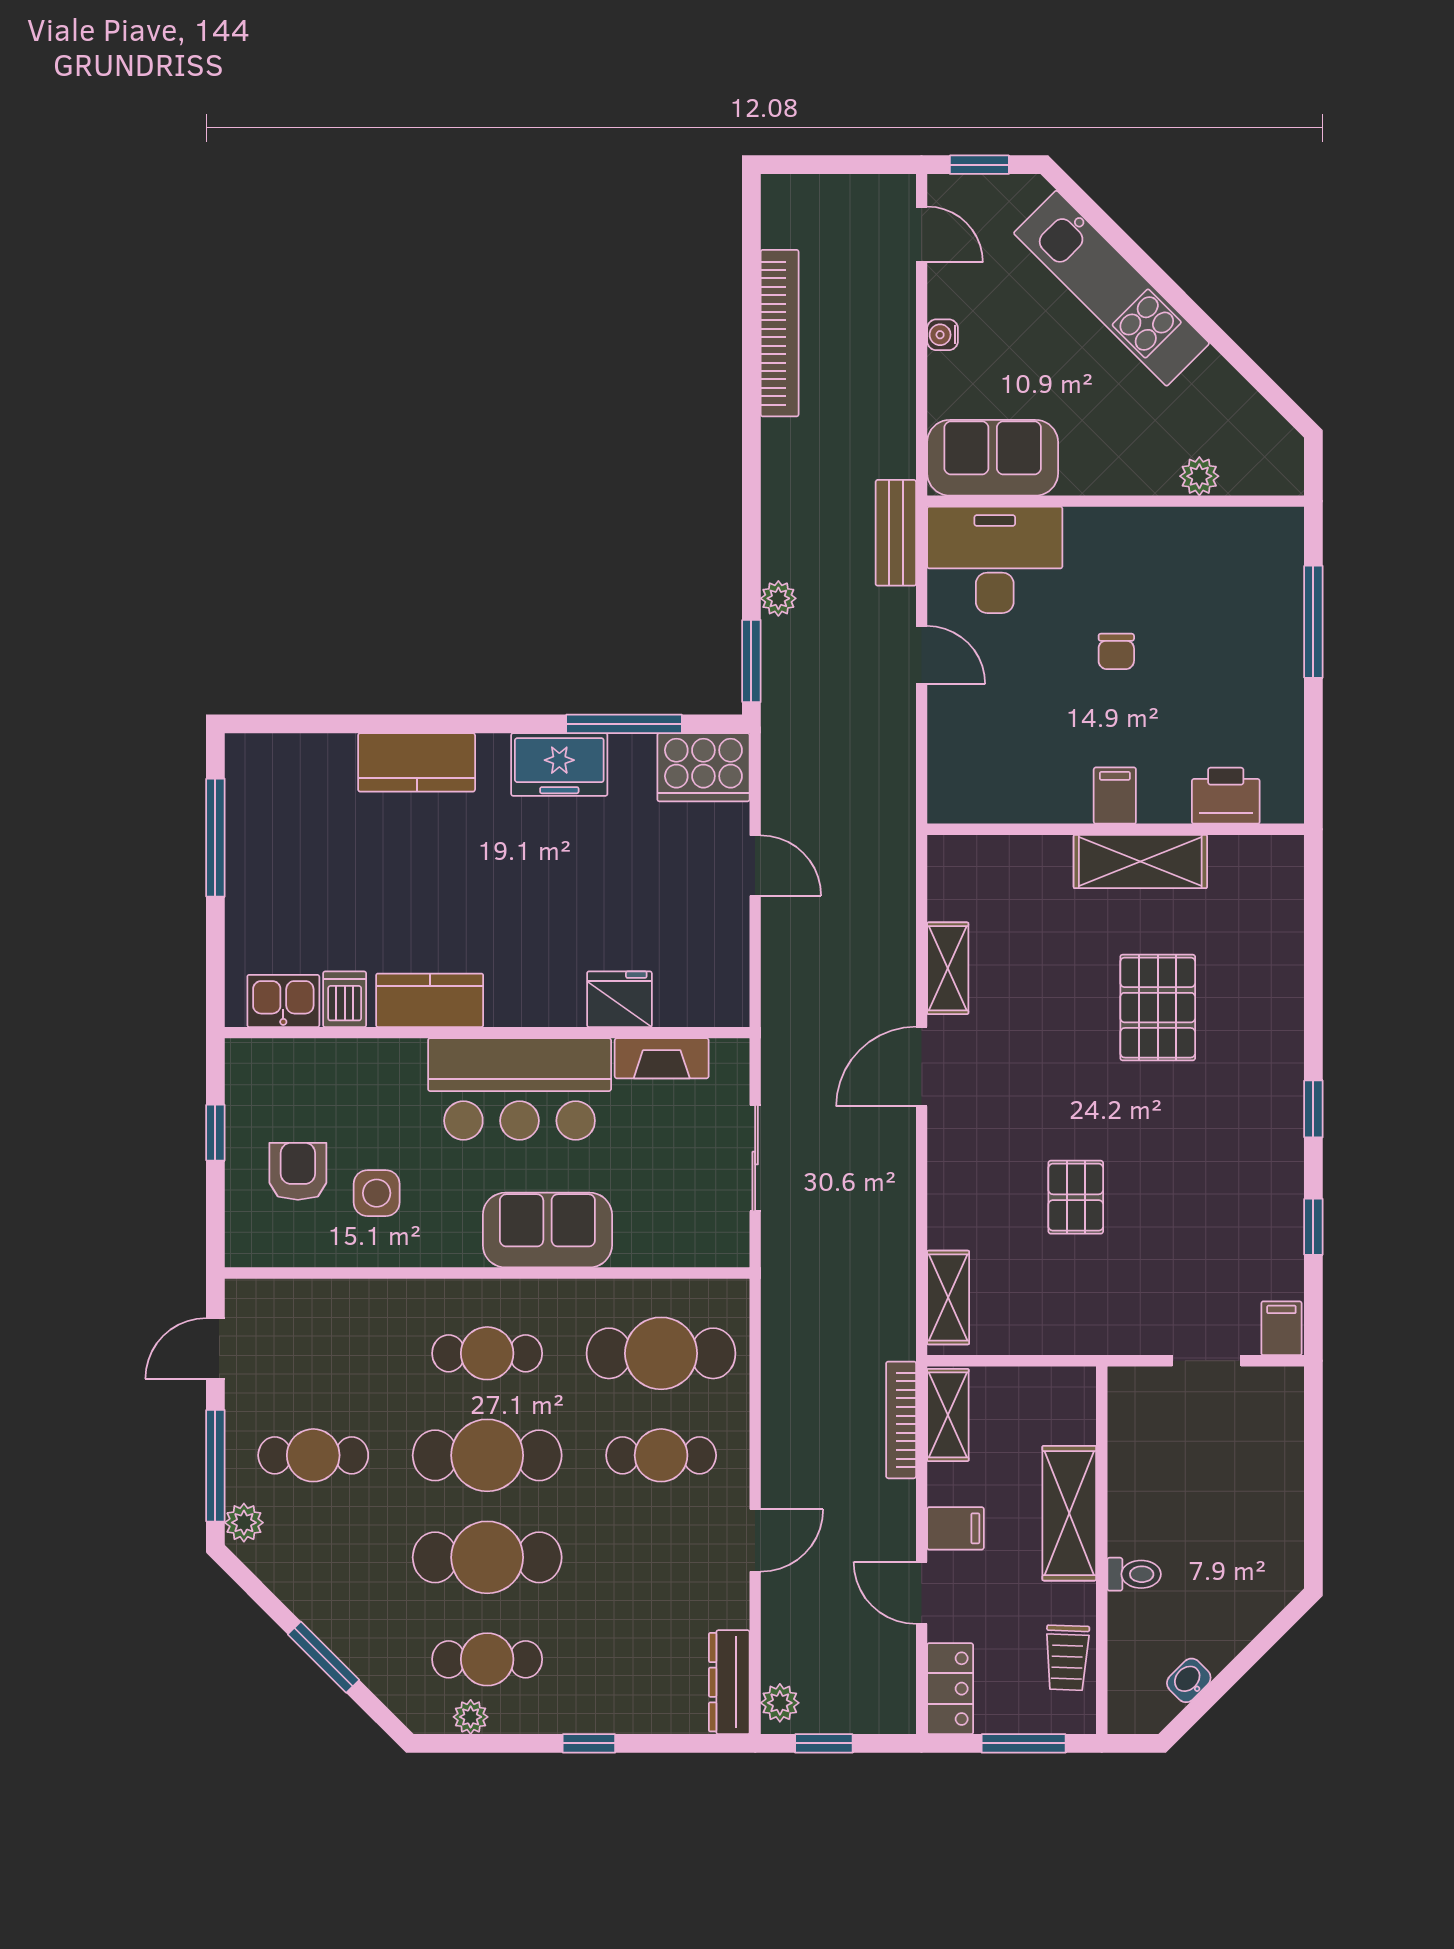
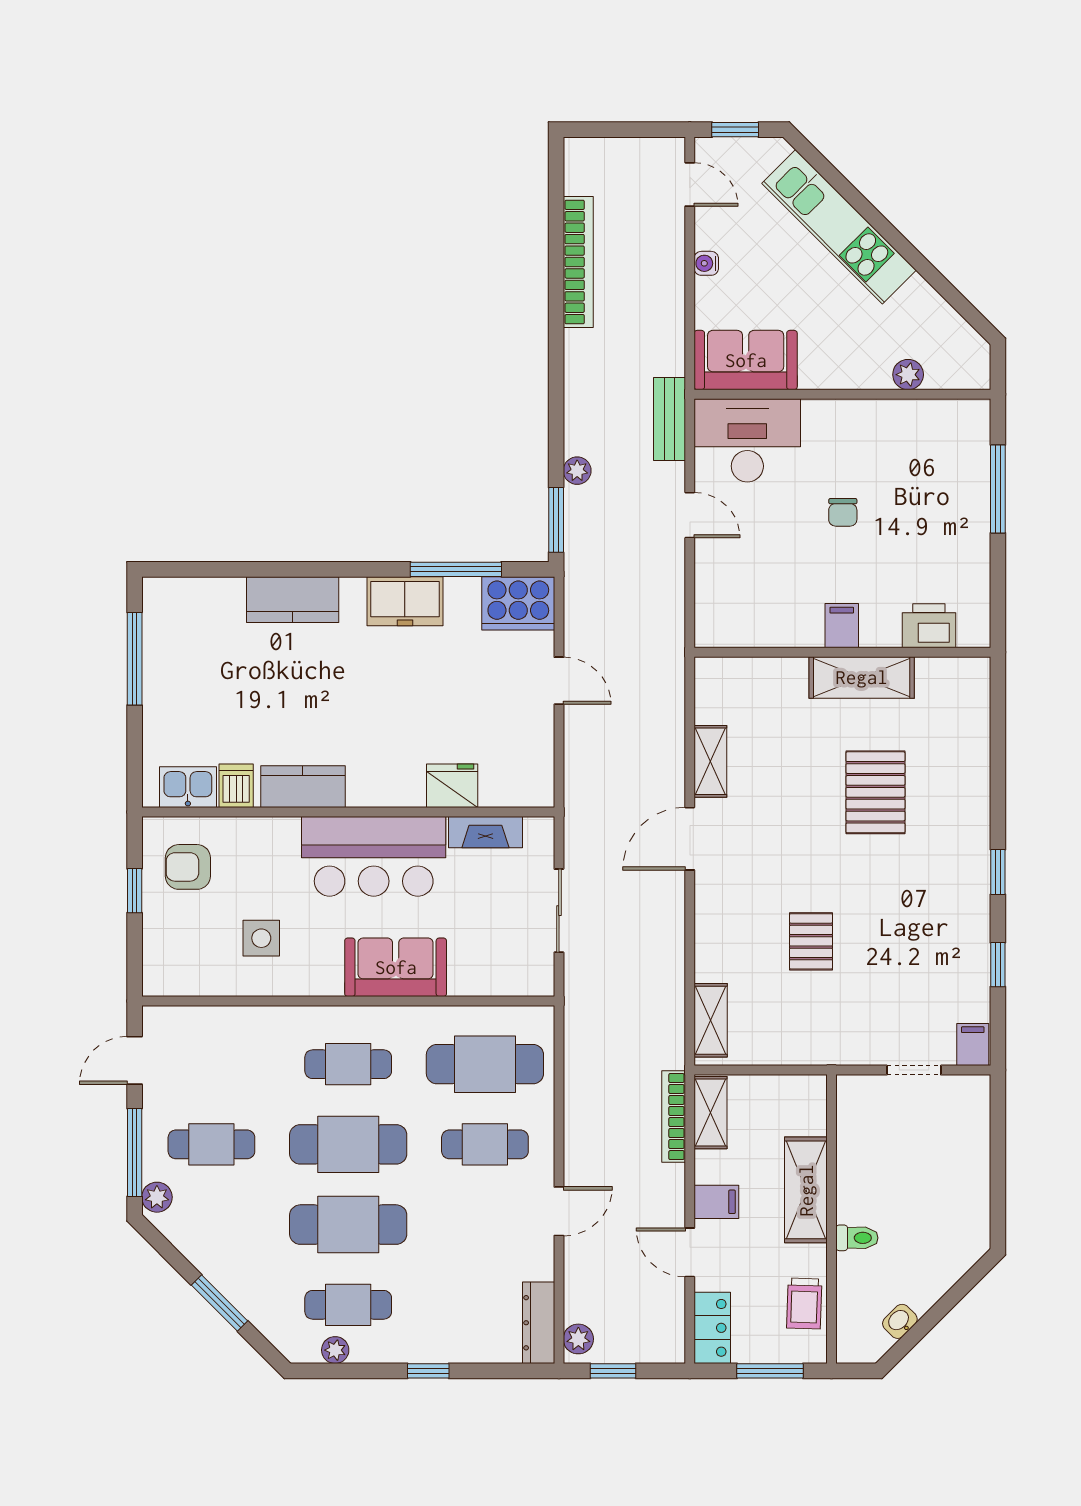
armchair: (298, 1171) -> (188, 867), moved, turned -90

